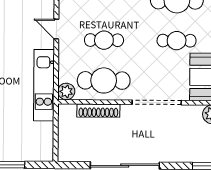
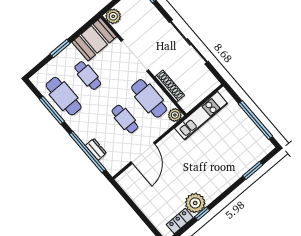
door: (56, 29) -> (143, 153), width x1.88
kitchen unit: (44, 85) -> (201, 116), moved

